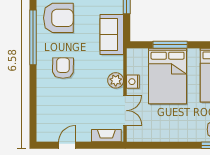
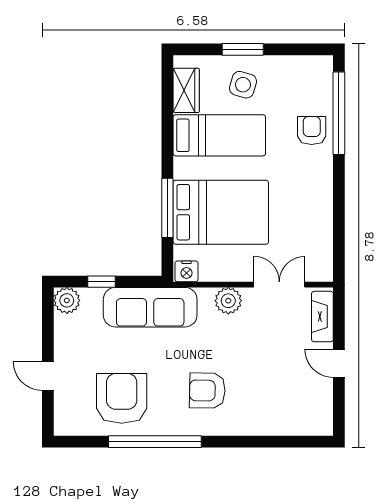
sofa: (112, 35) -> (150, 307), width x1.36
nightstand: (133, 82) -> (187, 271), moved
door: (67, 145) -> (339, 363), moved

